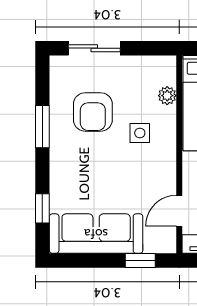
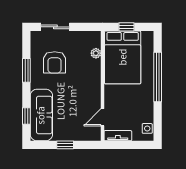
side table: (140, 133) -> (81, 74), removed
sofa: (96, 234) -> (41, 115), moved, turned 90
window: (140, 260) -> (65, 145), moved

